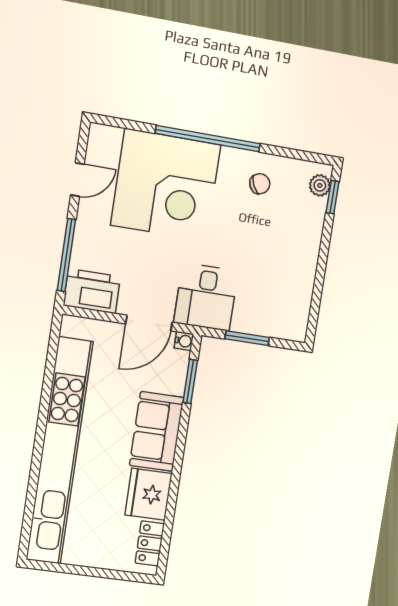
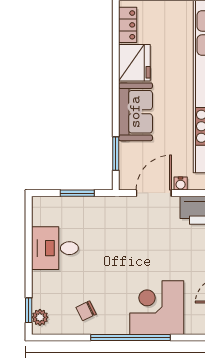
corner desk: (166, 185) -> (157, 308), width x0.74, depth x0.74
desk: (206, 297) -> (55, 248), moved, turned -90
water cooler: (184, 341) -> (181, 184), moved, turned -90

